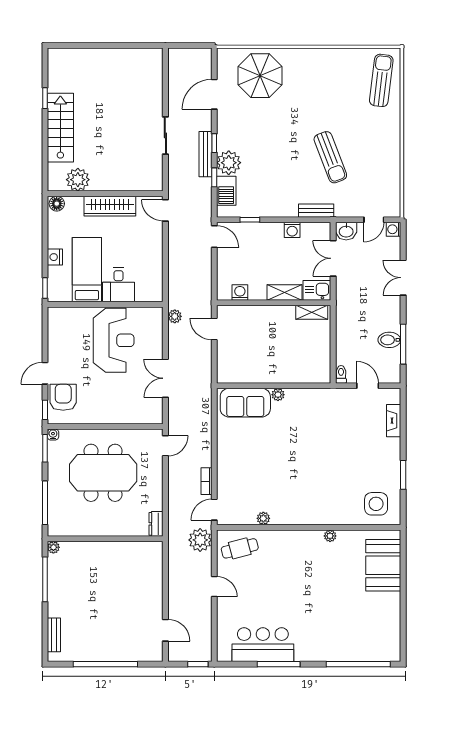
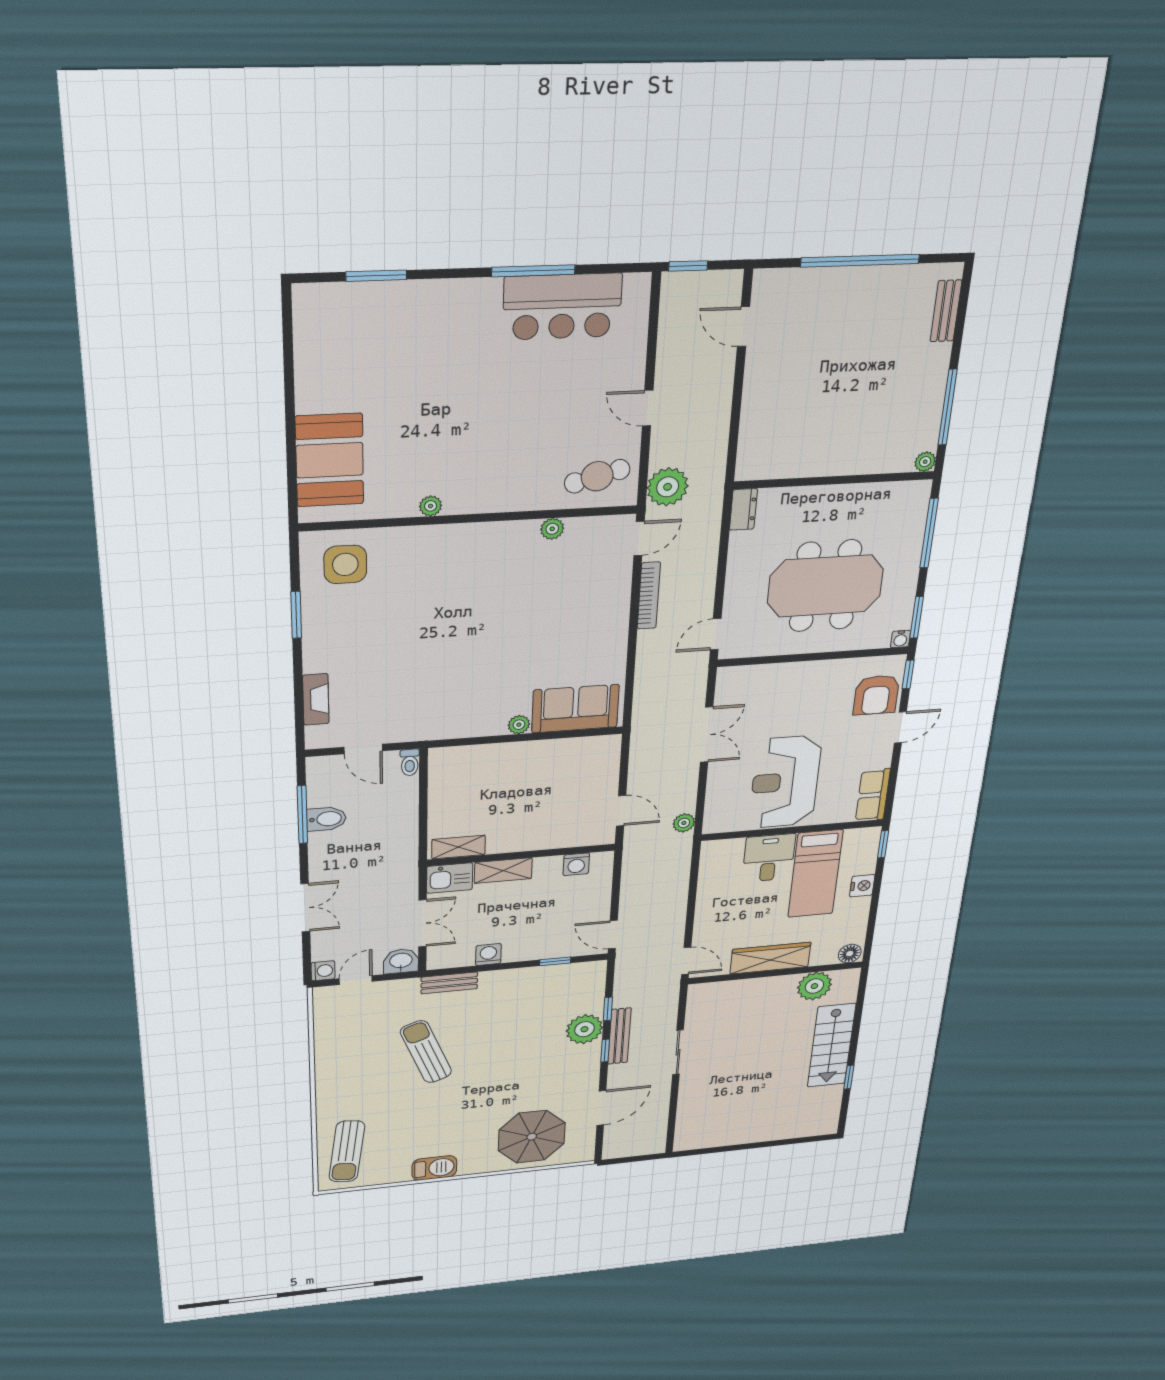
barbecue: (226, 191) -> (434, 1168), moved, turned 90
row of seats: (56, 326) -> (873, 795), added
bookcase: (206, 481) -> (649, 596), width x1.56
window: (358, 664) -> (376, 276), width x0.47

